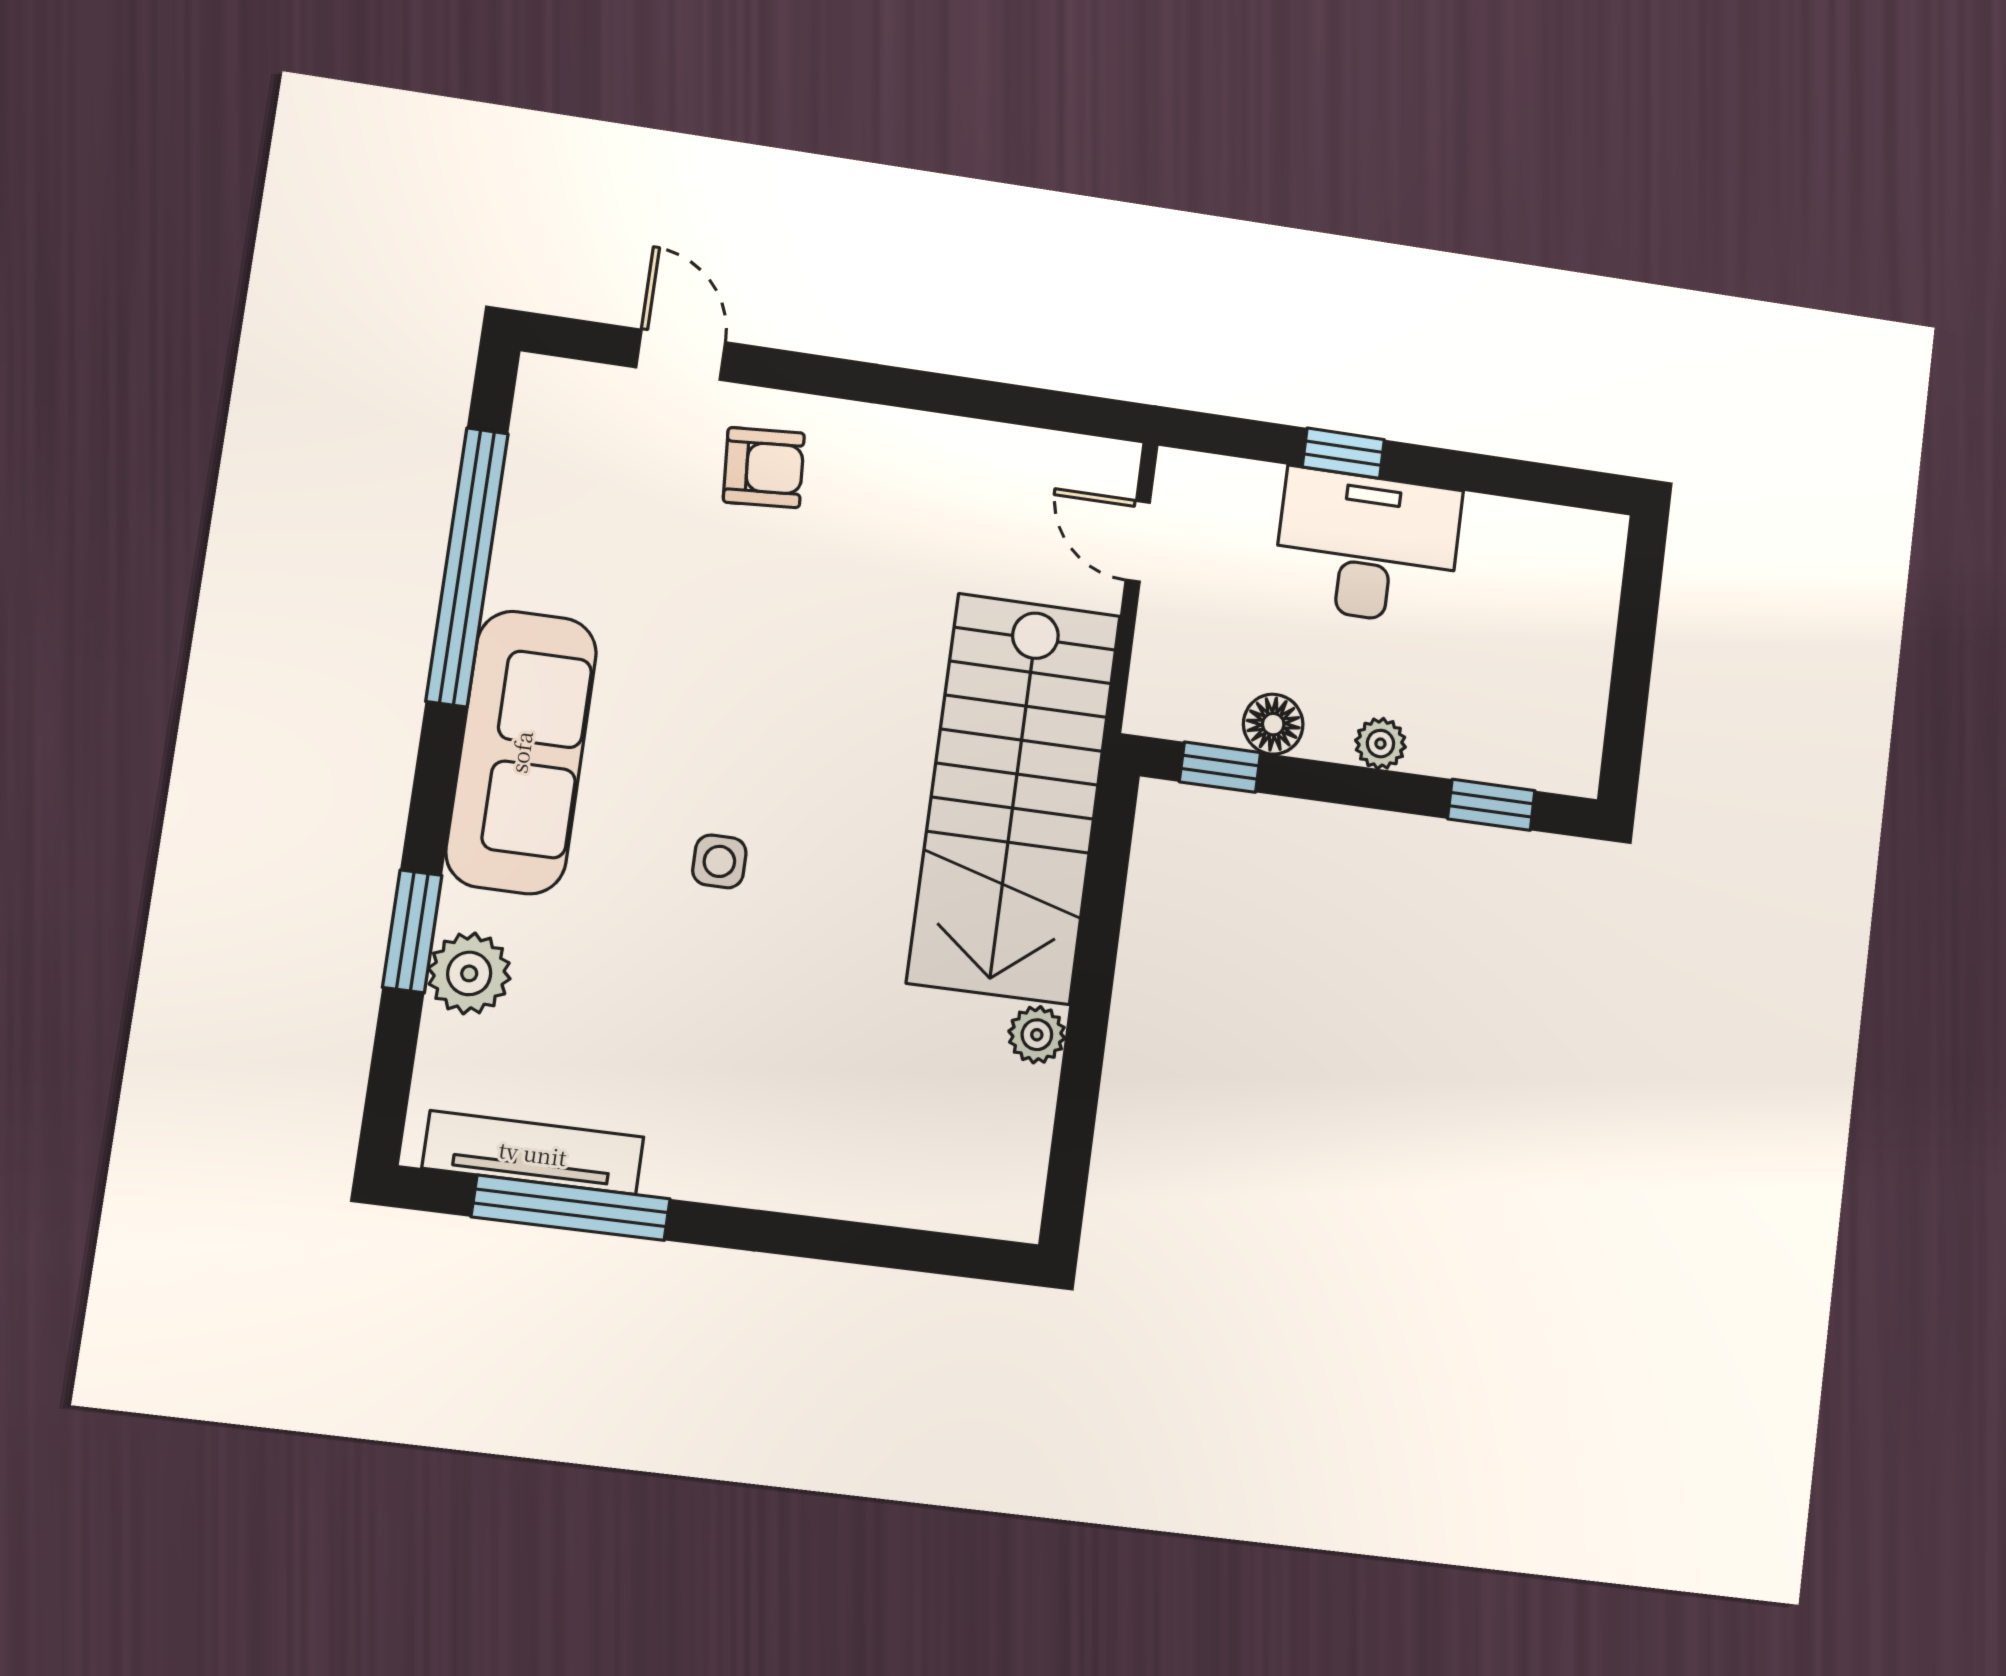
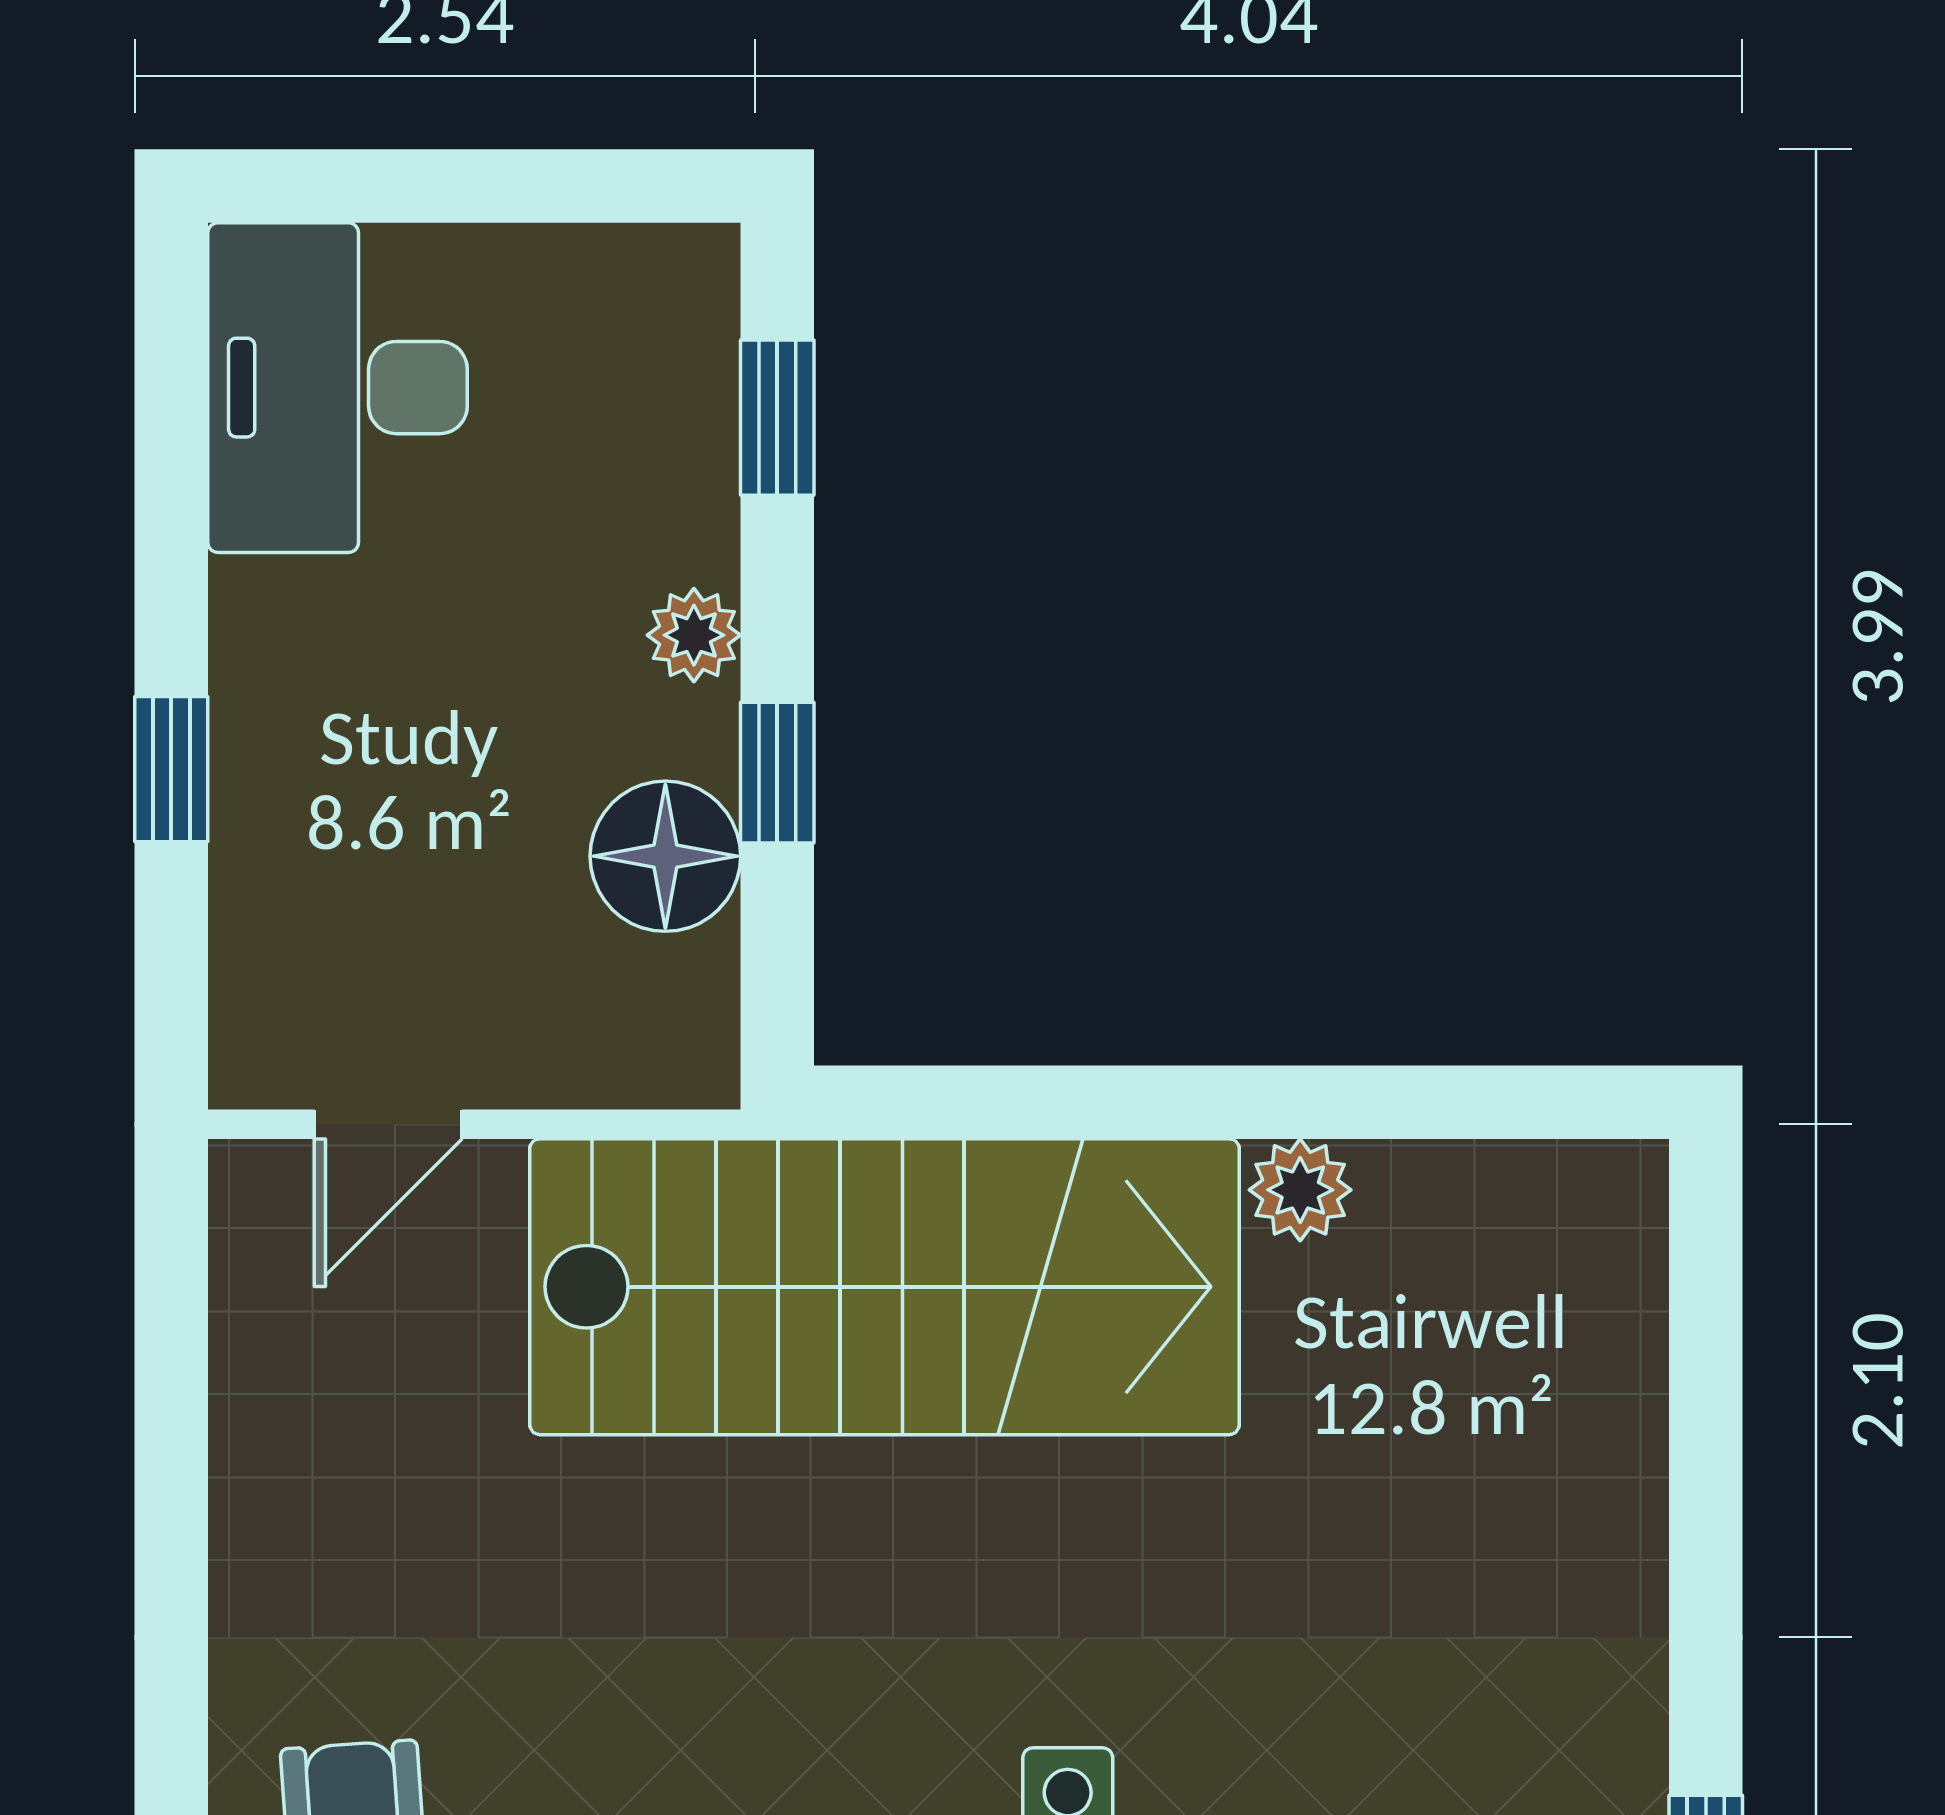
desk: (1367, 547) -> (338, 388), moved
floor lamp: (1273, 724) -> (665, 856), width x1.38, depth x1.38
window: (1220, 767) -> (777, 773), moved

